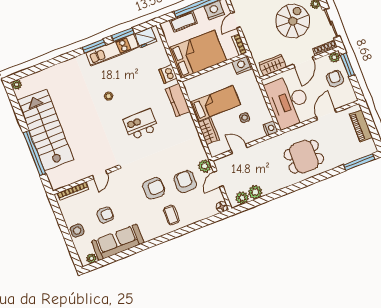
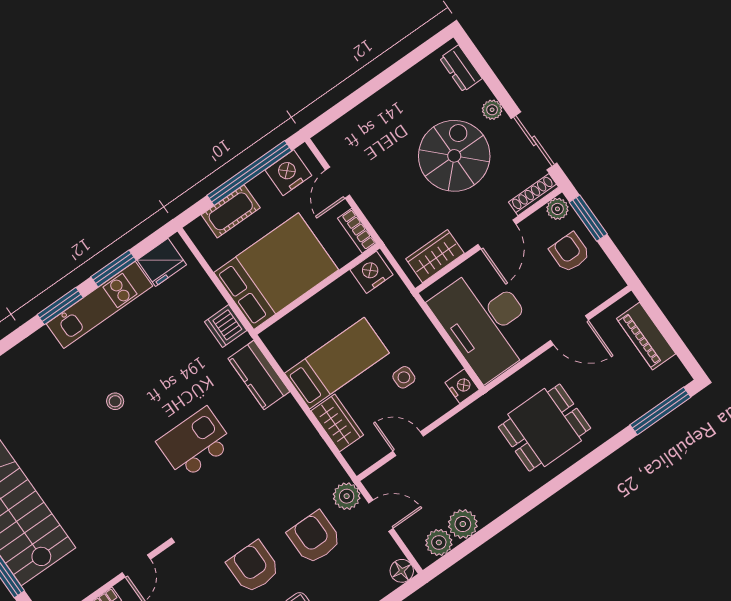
door: (326, 115) -> (569, 330), swing flipped
door: (218, 179) -> (381, 516), swing flipped
armchair: (154, 188) -> (253, 567), turned -90

